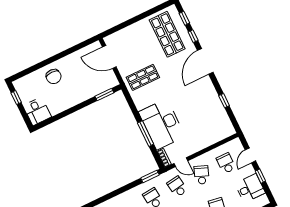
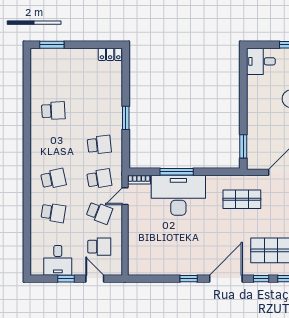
door: (205, 61) -> (226, 279), hinge flipped
shop shelf: (143, 77) -> (242, 199), turned 90
window: (224, 101) -> (189, 279), moved
window: (150, 176) -> (126, 118), moved

